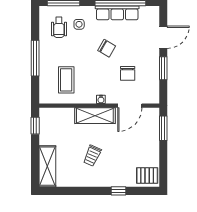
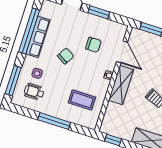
wheelchair: (59, 27) -> (34, 92), turned 180

